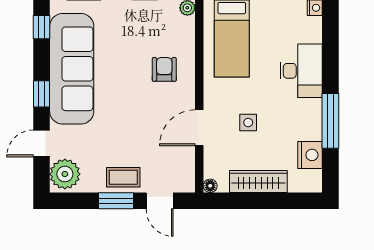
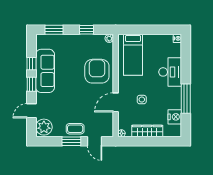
window: (41, 27) -> (31, 64), moved
sofa: (72, 69) -> (45, 71), width x0.74, depth x0.79
armchair: (164, 69) -> (97, 71), width x1.88, depth x1.88

